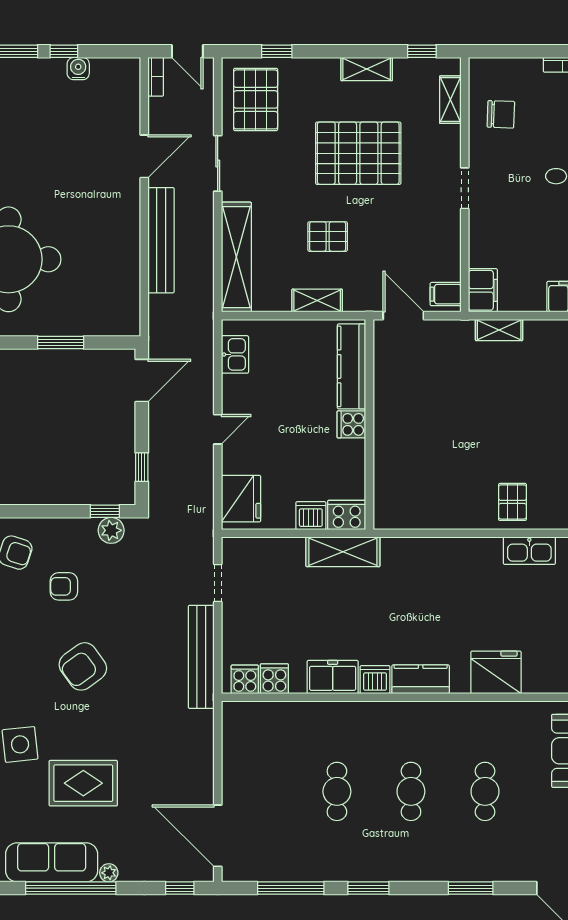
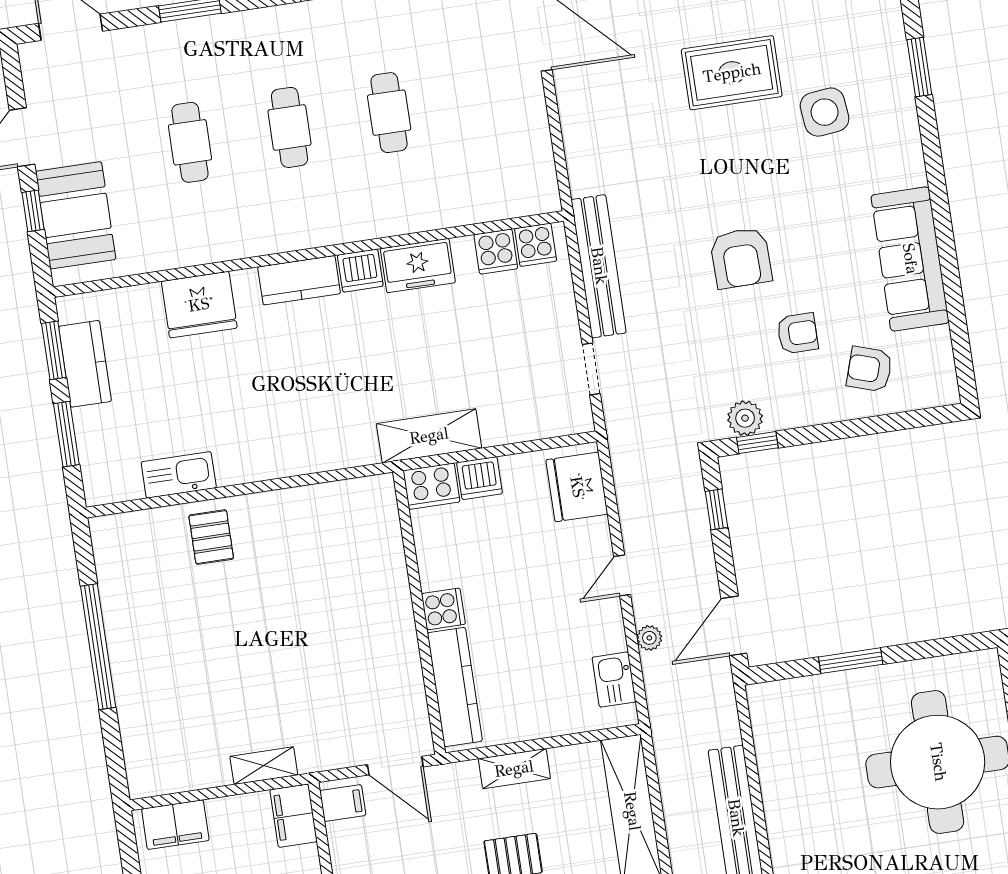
plant: (205, 381) -> (649, 638), added
armchair: (83, 666) -> (741, 258), moved, turned 125

